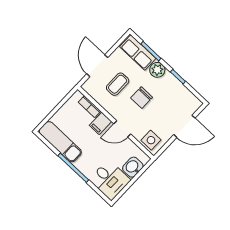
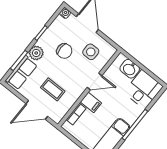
chair: (142, 98) -> (64, 51), moved
water cooler: (197, 104) -> (65, 13), added
door: (122, 129) -> (95, 82), hinge flipped
side table: (151, 140) -> (91, 52), moved

